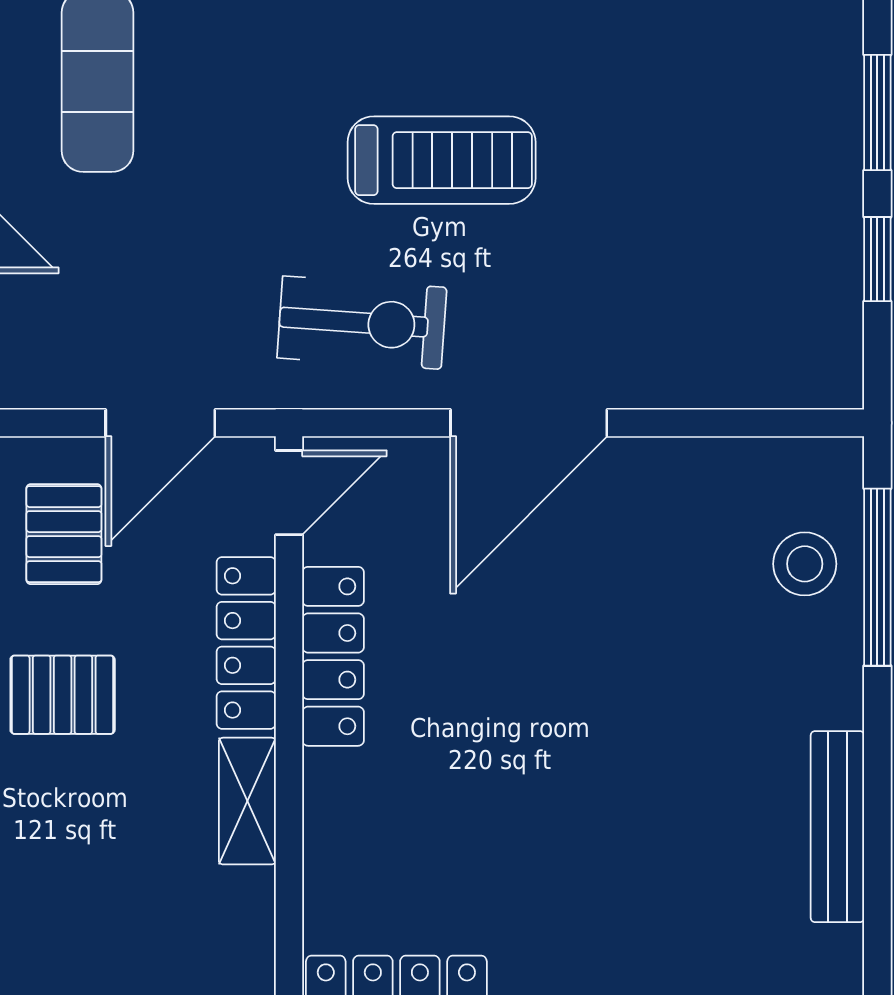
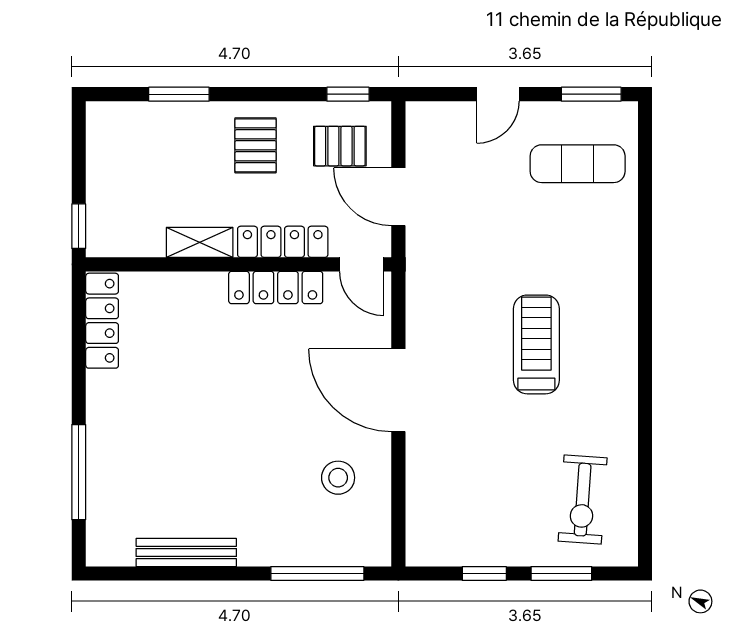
treadmill: (442, 160) -> (536, 344), turned 180
exercise bike: (362, 323) -> (583, 500), moved
stool: (805, 564) -> (338, 478), moved

